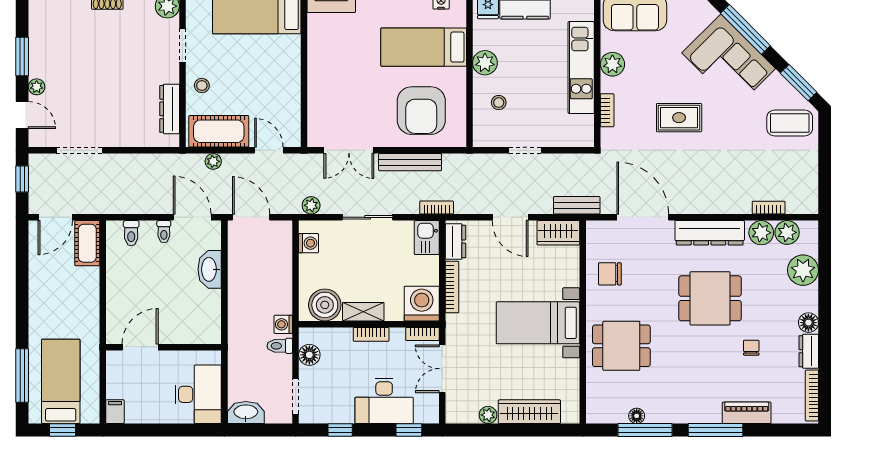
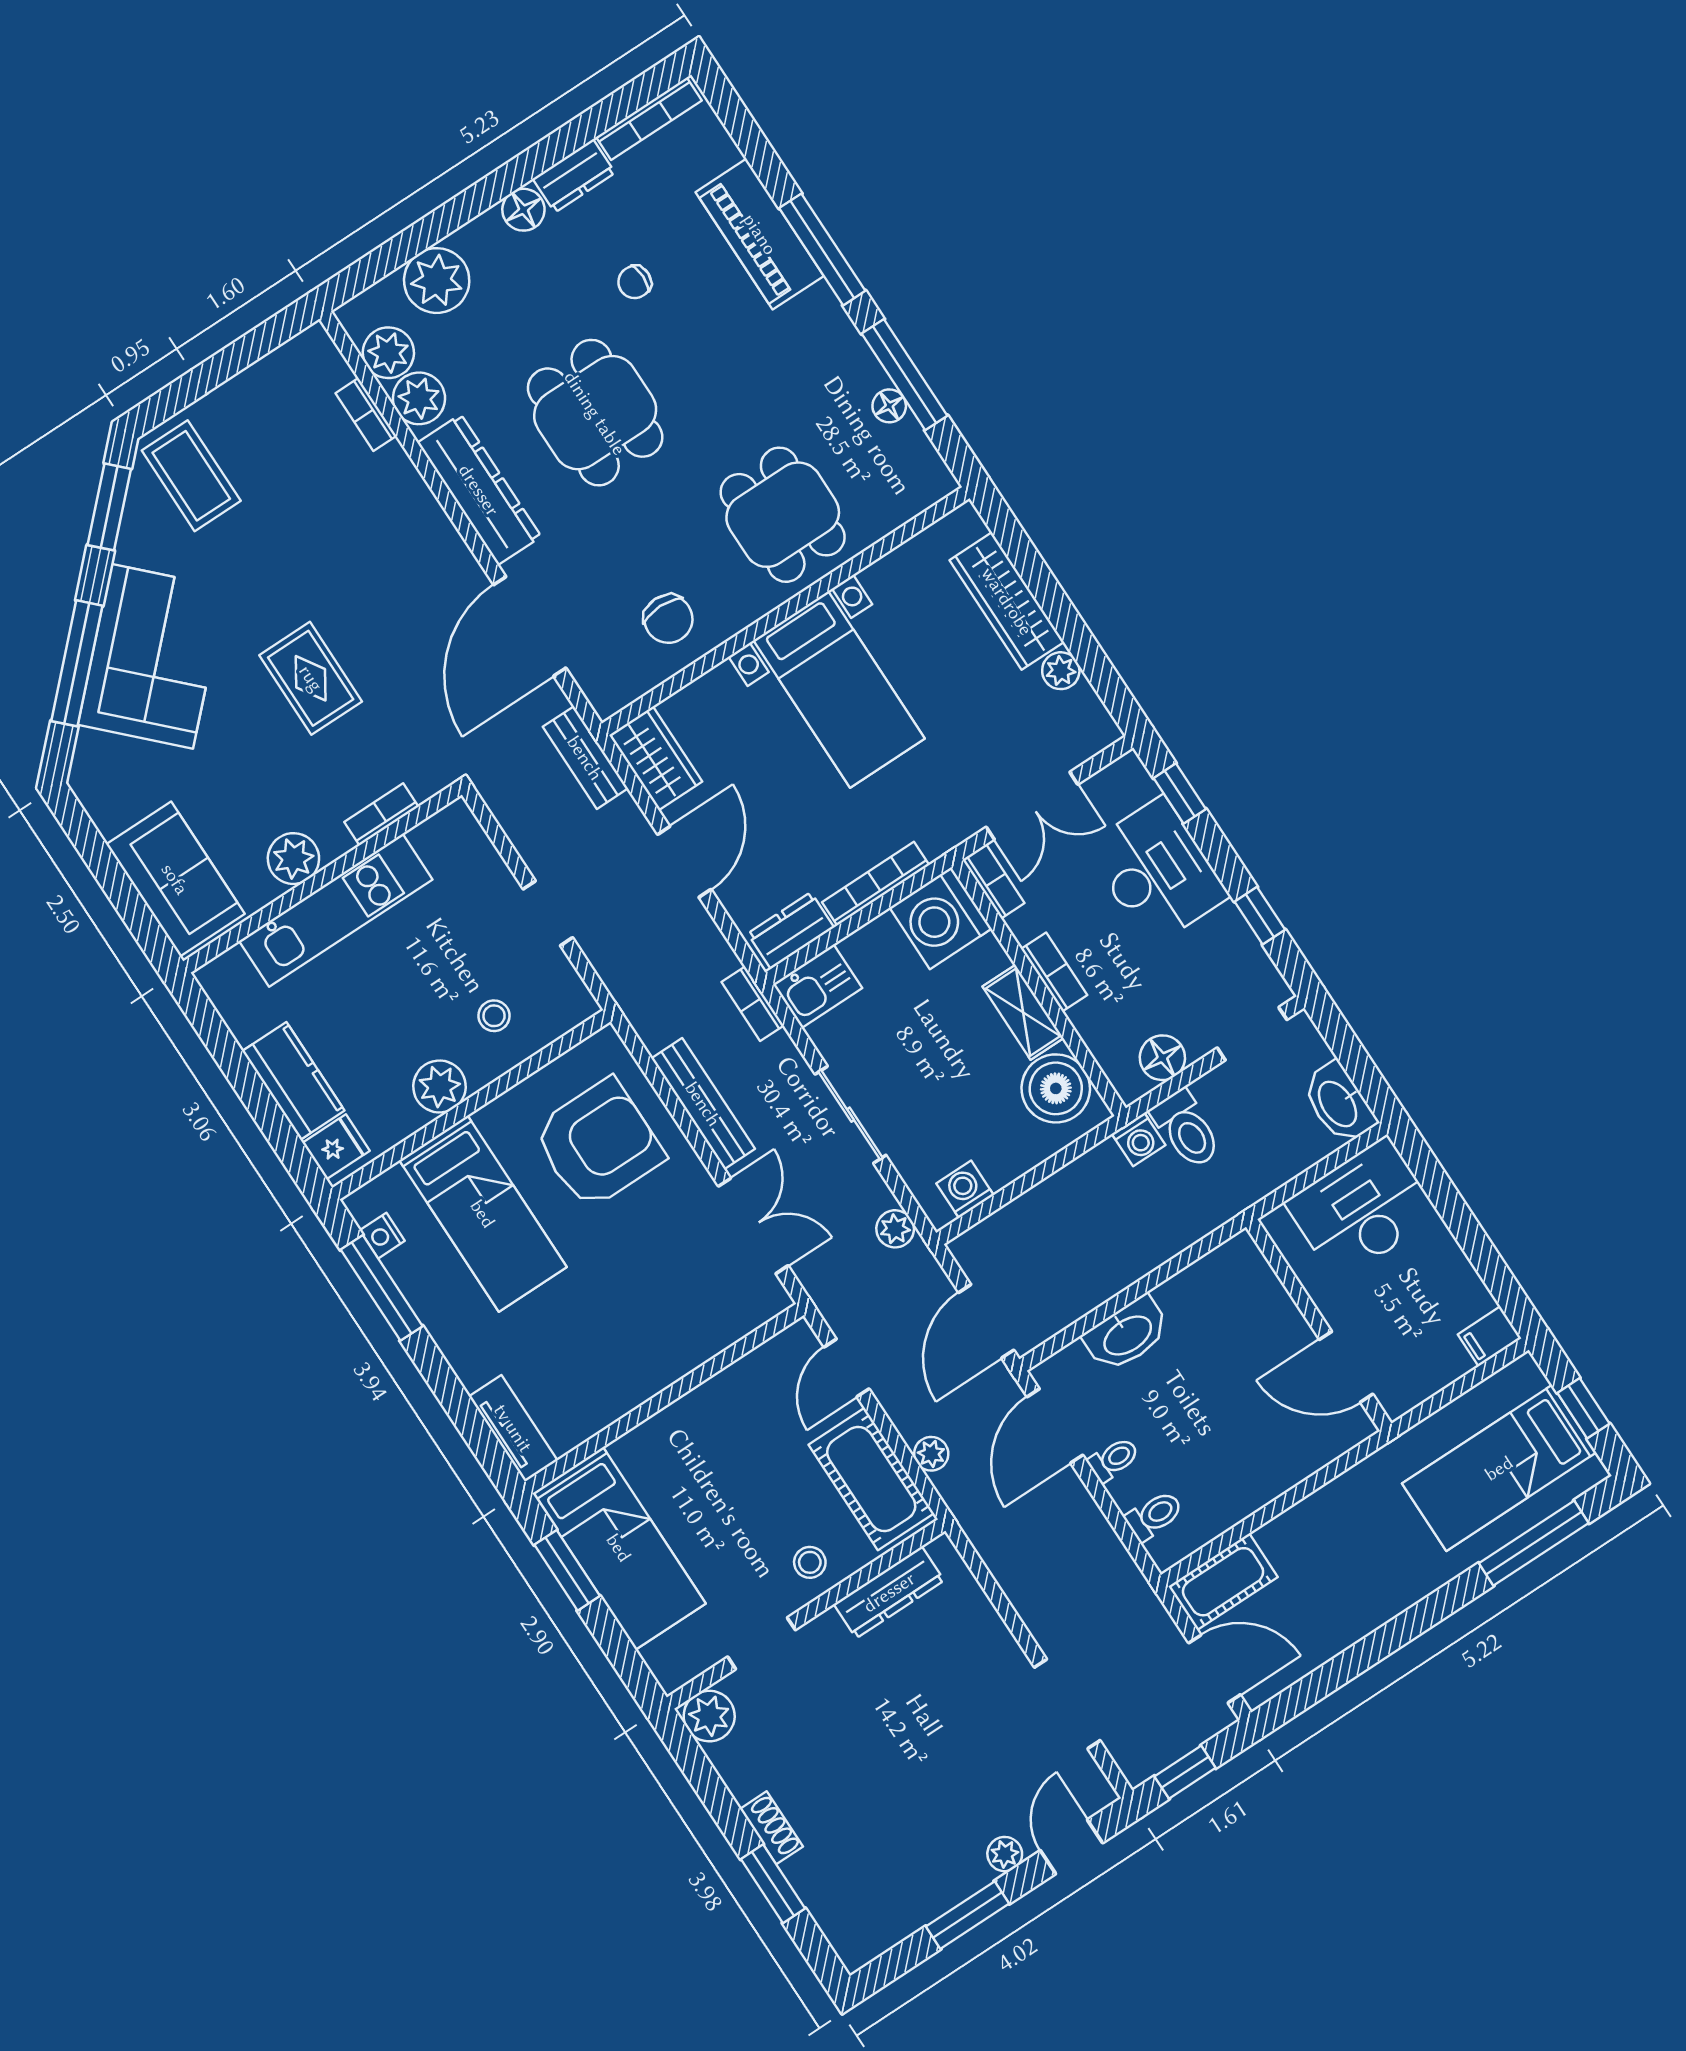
toilet: (280, 346) -> (1186, 1129), width x1.37, depth x1.39
piano: (747, 413) -> (760, 234), width x1.37, depth x1.33

